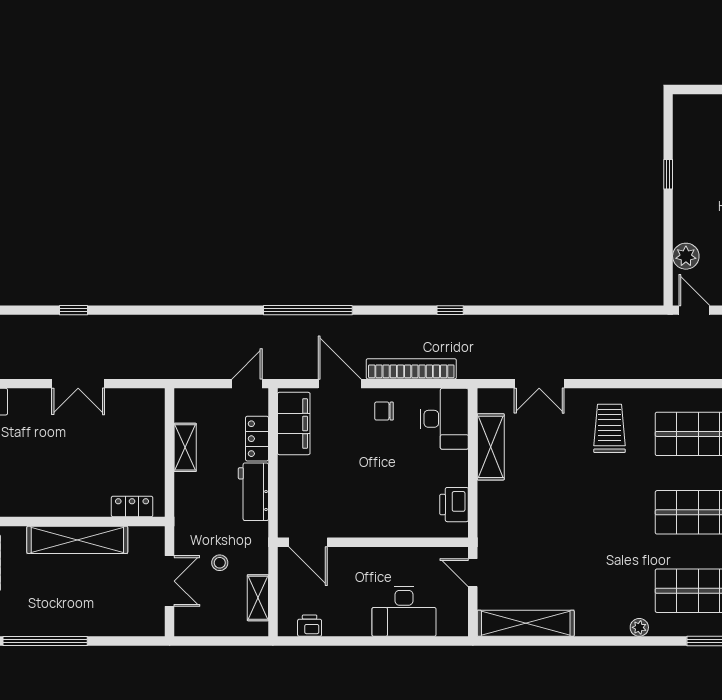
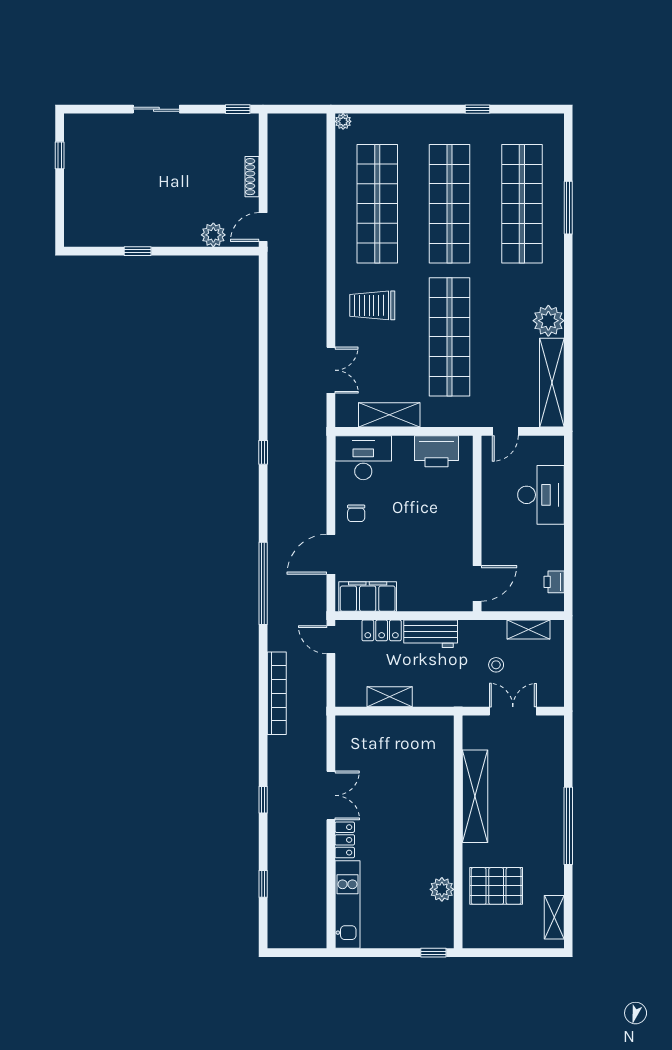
bookcase: (411, 369) -> (277, 693), moved, turned 180
printer: (454, 505) -> (436, 451), width x1.37, depth x1.19
locker: (132, 506) -> (345, 840), moved, turned 180
shop shelf: (575, 512) -> (450, 337), added
plant: (639, 627) -> (548, 321), moved, width x1.87, depth x1.87

